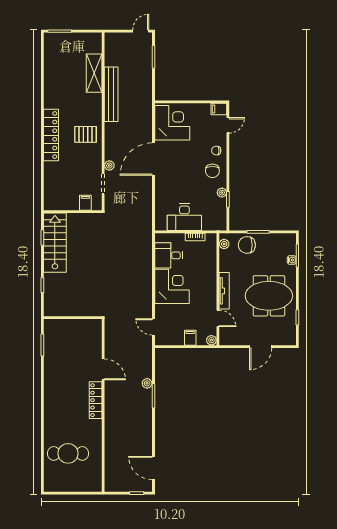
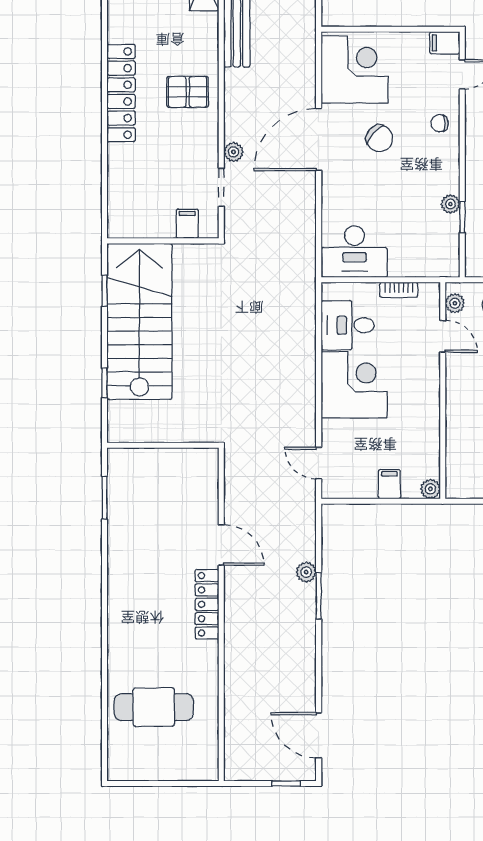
chair: (212, 171) -> (379, 138), moved, turned -49
desk: (184, 217) -> (354, 252), moved
stairs: (55, 243) -> (139, 321), width x1.36, depth x1.51
tv unit: (224, 291) -> (455, 394), removed
door: (218, 318) -> (443, 336), moved

